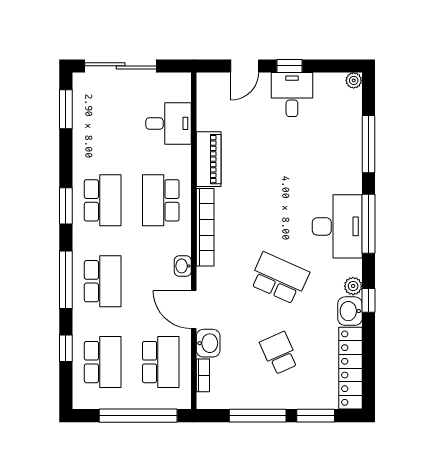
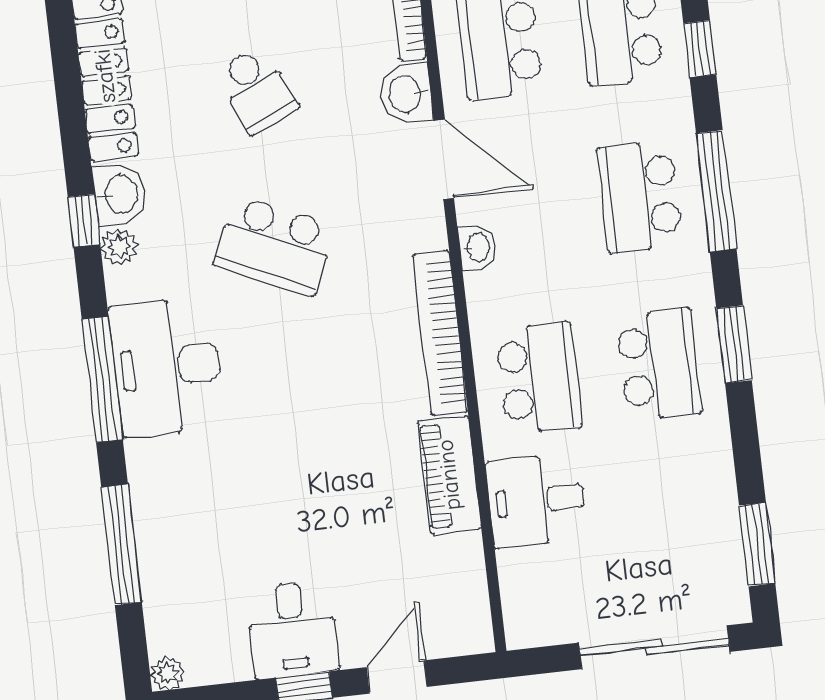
desk: (169, 123) -> (536, 501), moved
school desk: (103, 200) -> (659, 364), turned 180

